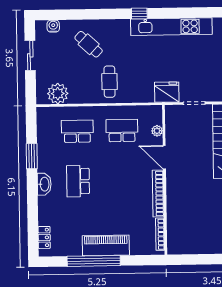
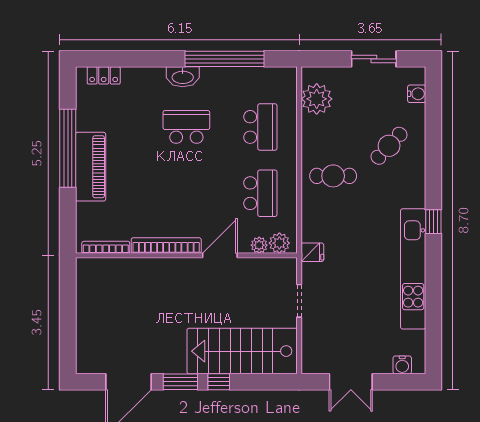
fridge: (167, 92) -> (312, 252), width x0.53, depth x0.75
plant: (155, 117) -> (279, 243), added
window: (32, 156) -> (224, 59), width x2.11

